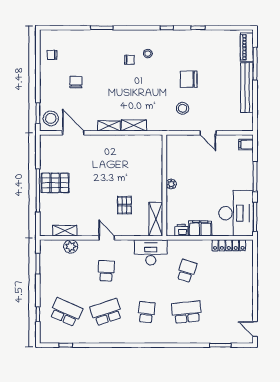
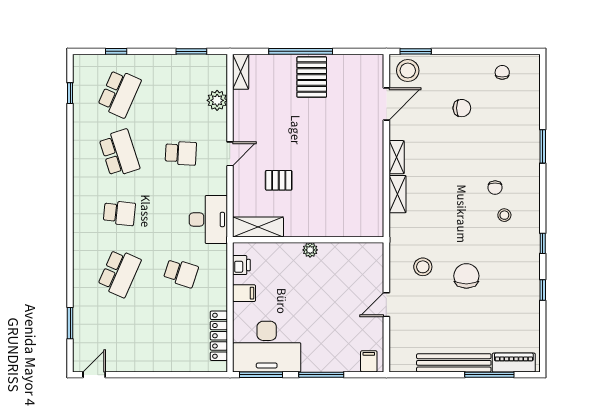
filing cabinet: (200, 228) -> (244, 293), width x0.50
shelving: (65, 231) -> (241, 72), moved
school desk: (187, 312) -> (119, 273), turned 30

